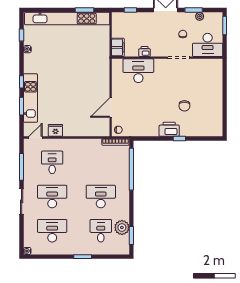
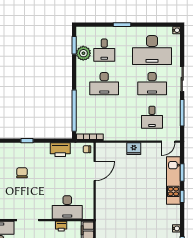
printer: (169, 129) -> (60, 150), moved
fridge: (55, 130) -> (134, 149), moved
desk: (52, 231) -> (152, 50), width x1.36, depth x1.30

